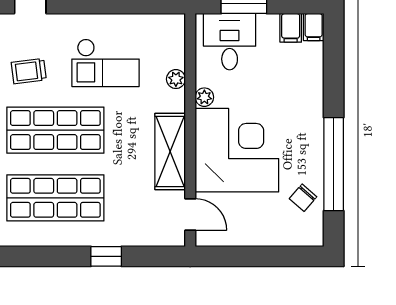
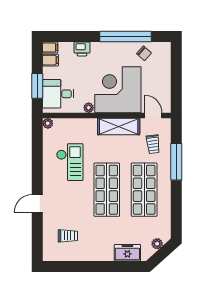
trolley: (29, 71) -> (153, 144), moved
plant: (176, 79) -> (48, 123), moved
printer: (311, 85) -> (82, 49), added
door: (190, 214) -> (153, 115), hinge flipped
window: (106, 256) -> (176, 162), width x2.17

